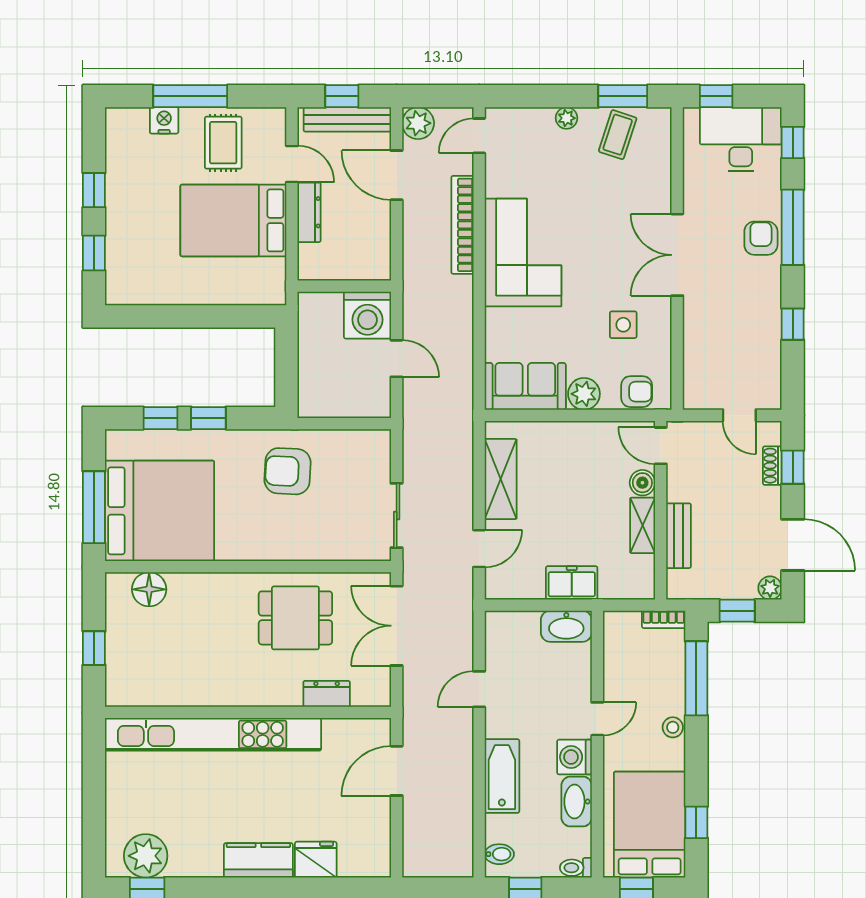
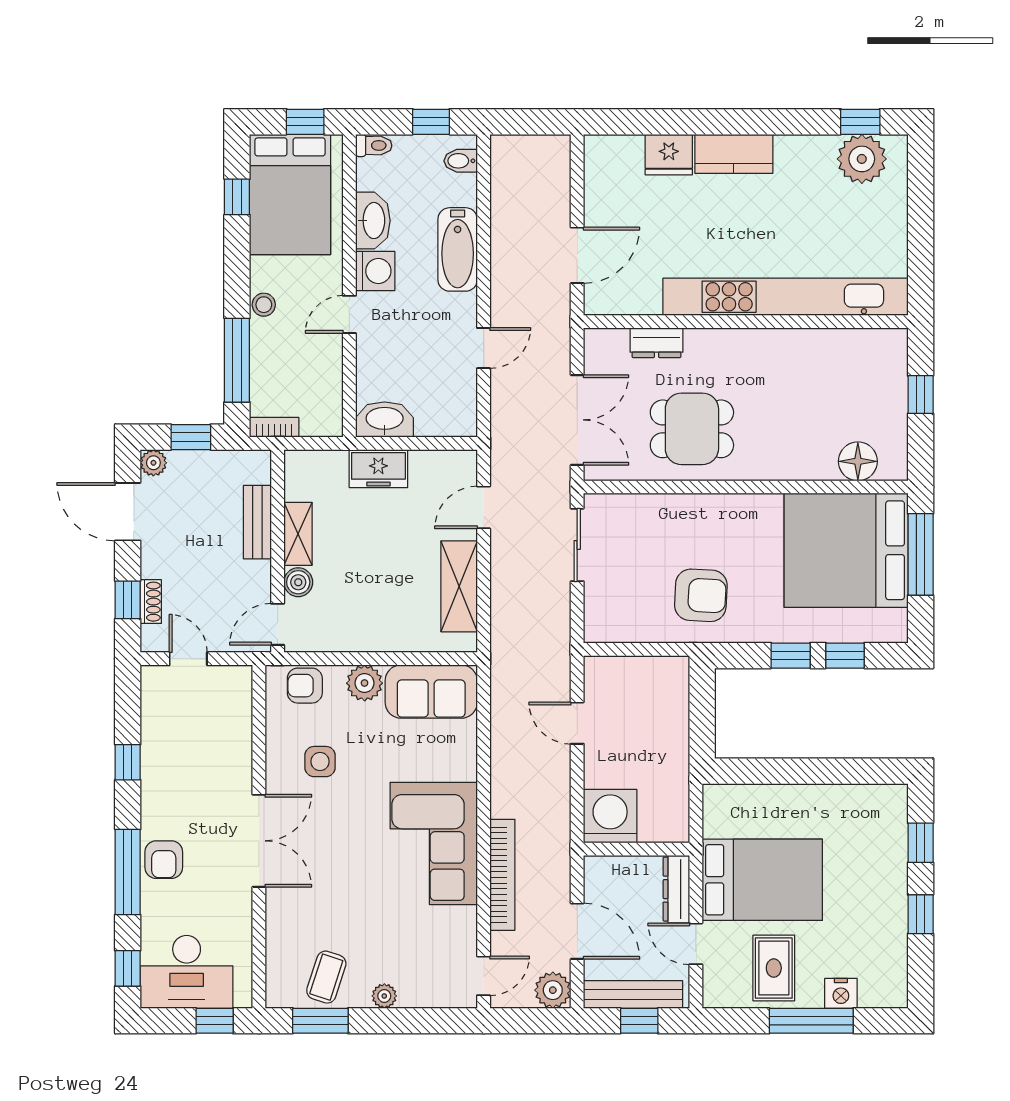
wall: (344, 286) -> (636, 849), moved
washing machine: (367, 315) -> (610, 816), moved
door: (661, 446) -> (278, 624), swing flipped

